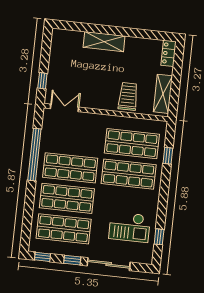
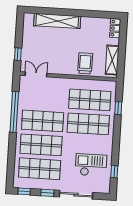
shelving: (104, 42) -> (57, 21), width x1.47
checkout: (130, 227) -> (91, 165), turned 180

